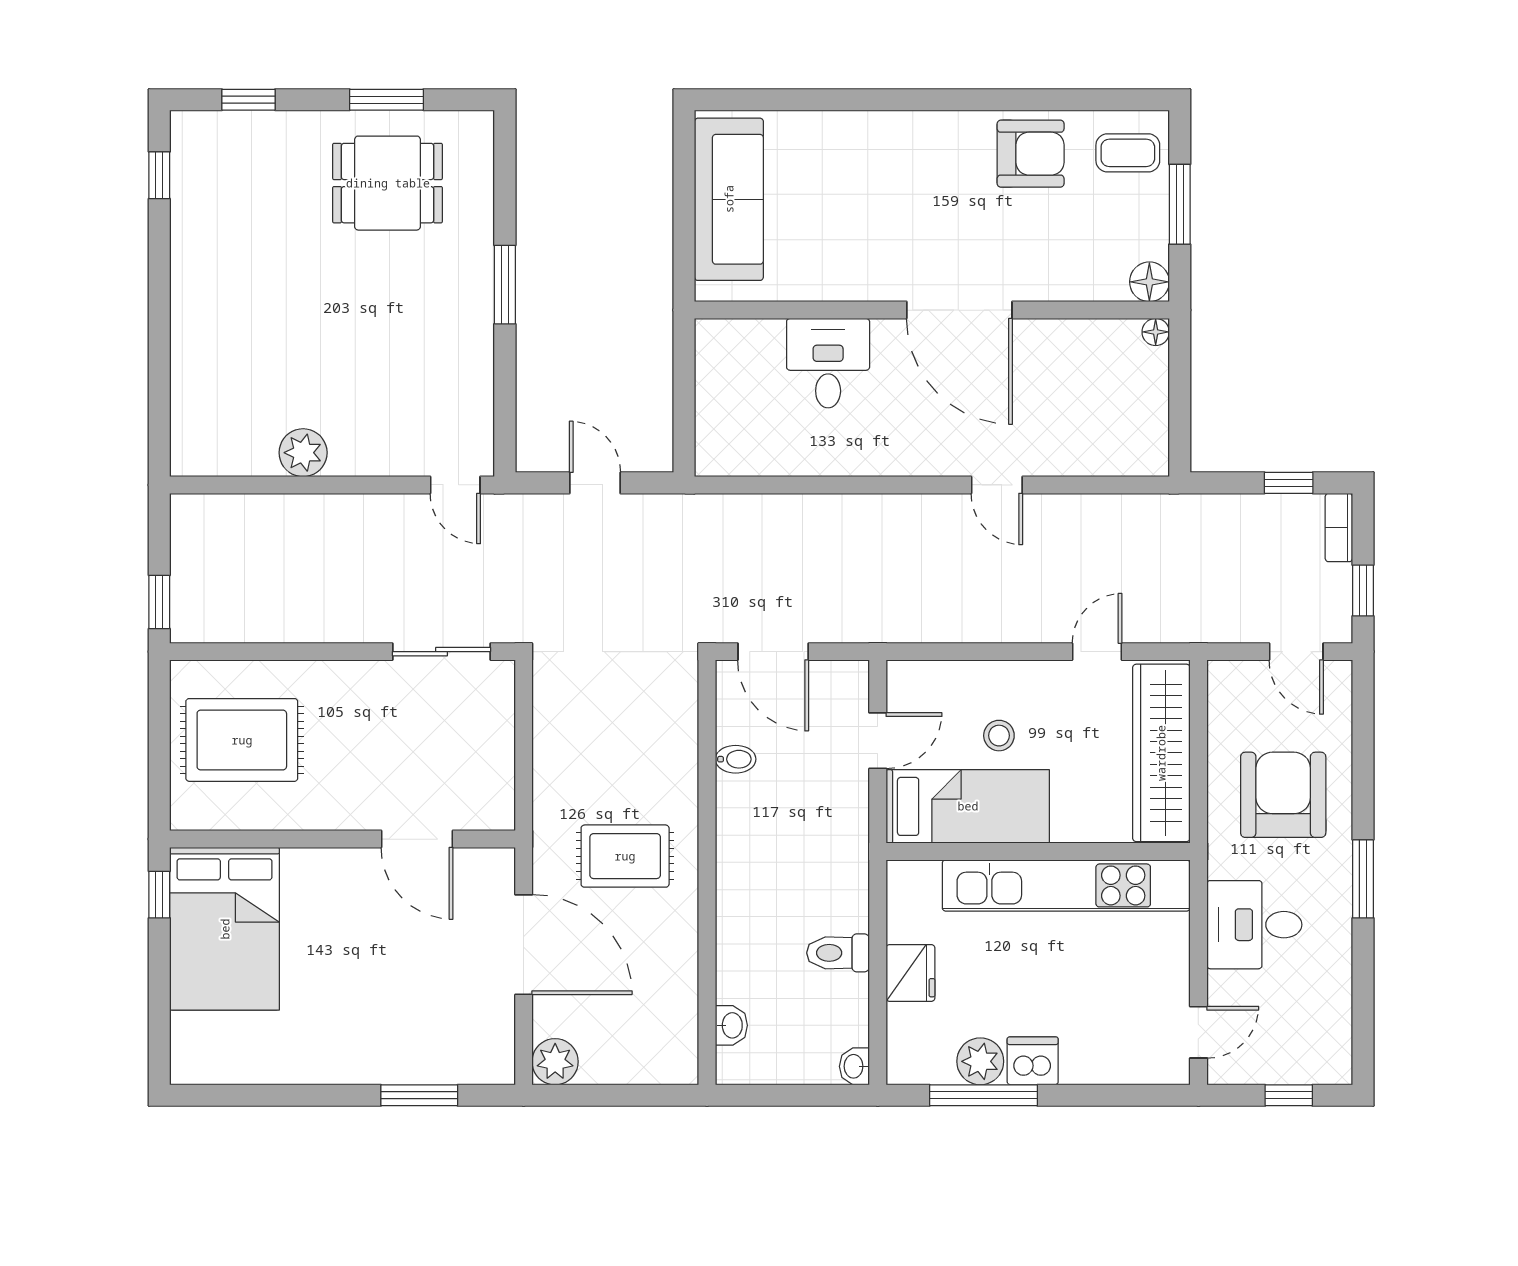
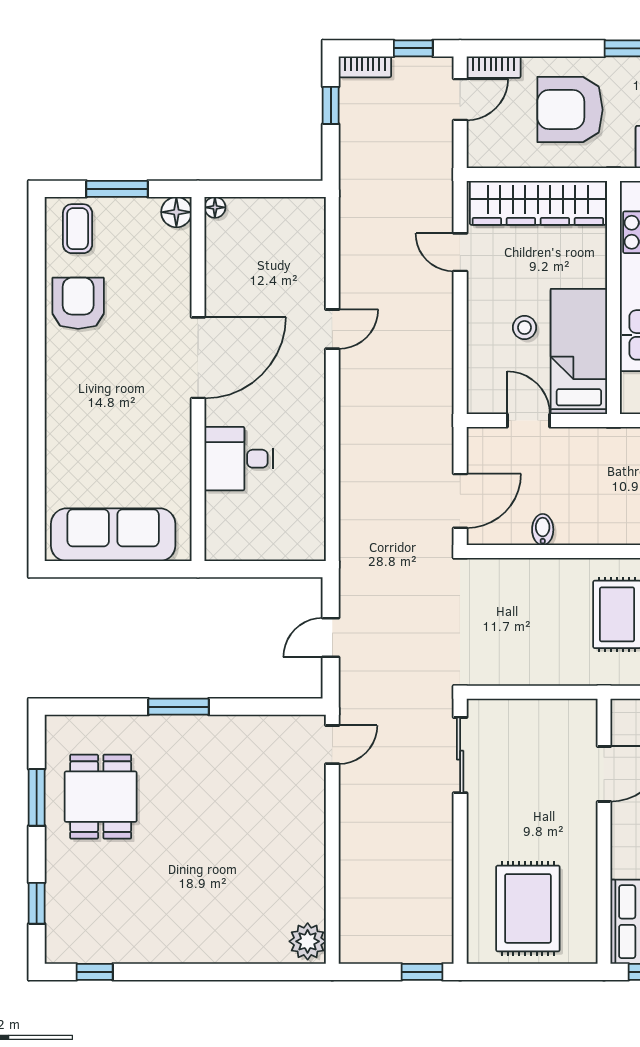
plant: (303, 453) -> (308, 941), moved
bookcase: (1338, 695) -> (494, 67), added

